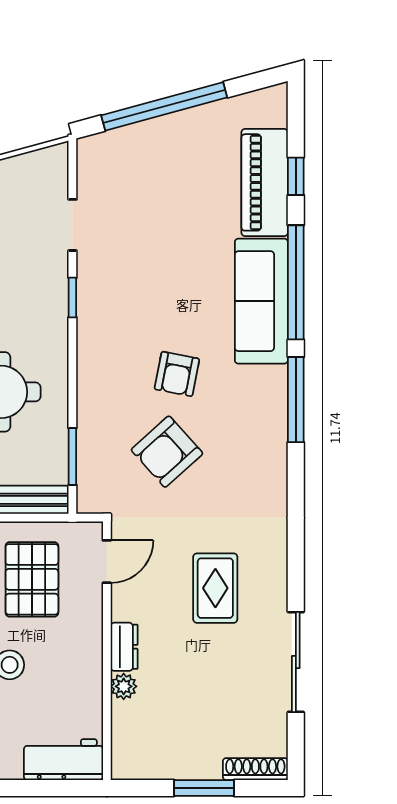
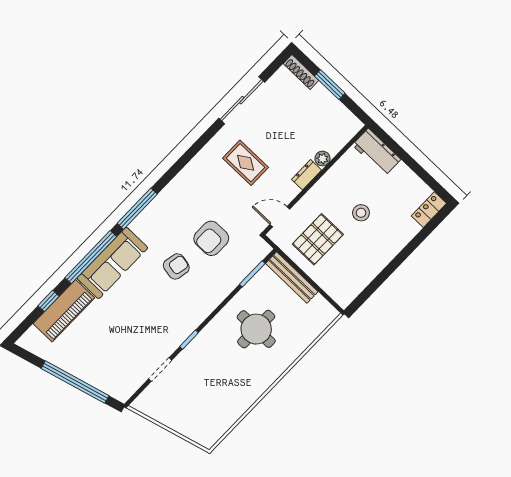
armchair: (167, 452) -> (211, 238), turned 132
rug: (215, 588) -> (246, 163), turned 90

